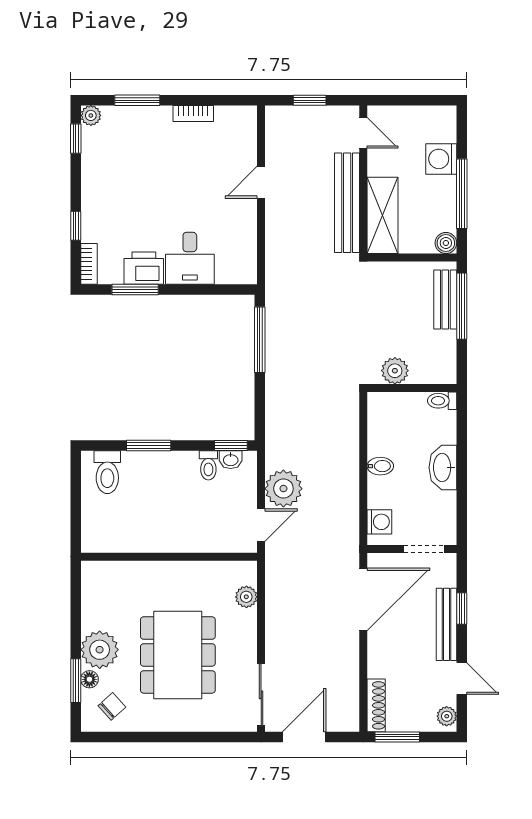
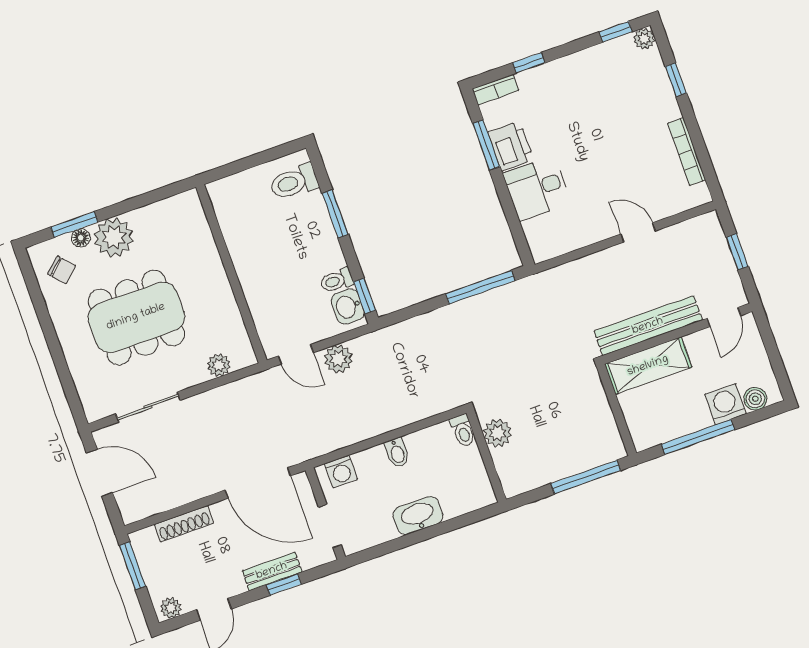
window: (137, 100) -> (676, 80), width x0.67
bookcase: (193, 113) -> (687, 152), width x1.56
boiler: (446, 243) -> (755, 399), moved
bench: (445, 299) -> (587, 458), removed
toilet: (442, 401) -> (463, 431), moved, turned 180
washbasin: (231, 460) -> (348, 307), width x1.38, depth x1.45
plant: (283, 489) -> (338, 359), width x0.73, depth x0.73
bench: (446, 624) -> (272, 571), width x0.73
sliding door: (261, 695) -> (148, 407), moved
shoe rack: (376, 705) -> (184, 524), moved

